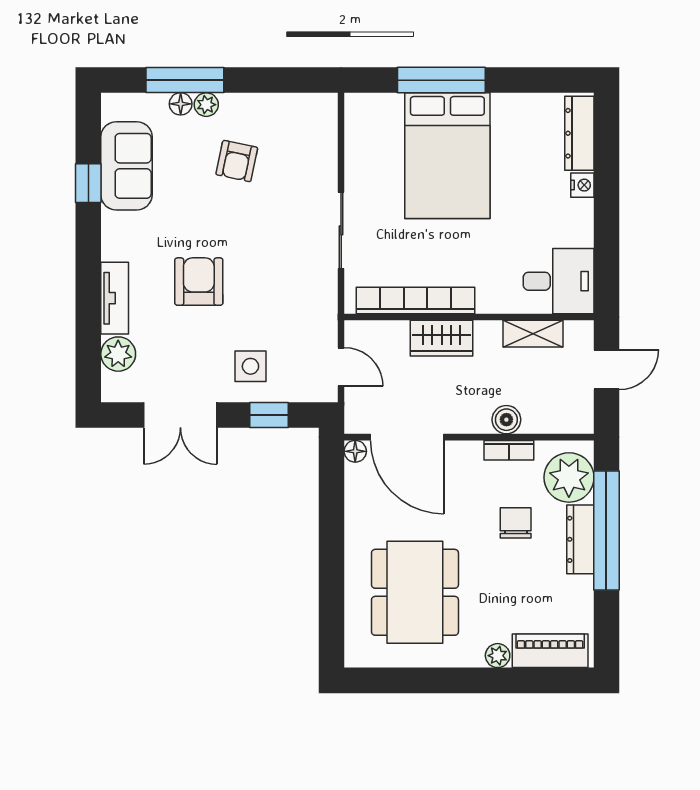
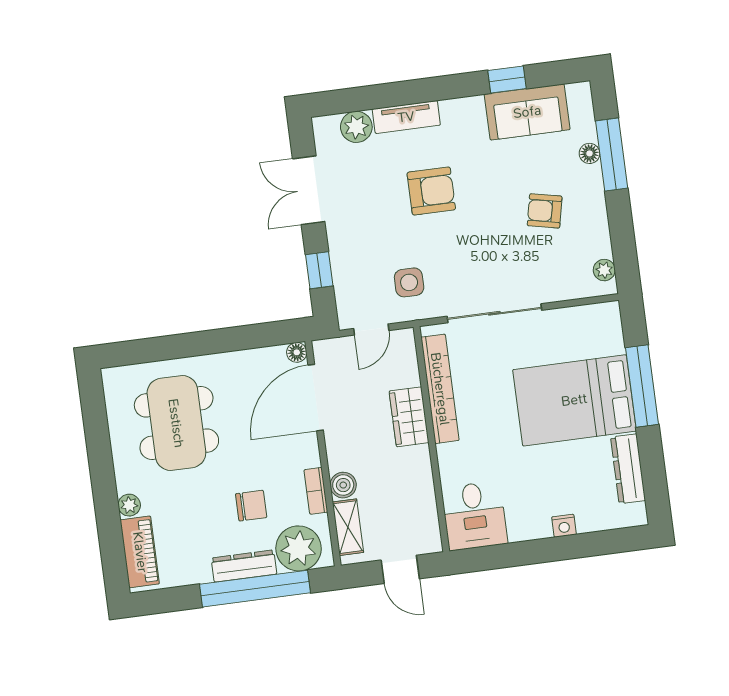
plant: (206, 105) -> (604, 270), moved
dresser: (579, 133) -> (628, 469), moved, turned -90
sliding door: (341, 230) -> (494, 313), width x1.37
shelving: (533, 334) -> (348, 527), moved
side table: (250, 366) -> (409, 282), moved
dining table: (415, 592) -> (176, 423), turned 90

